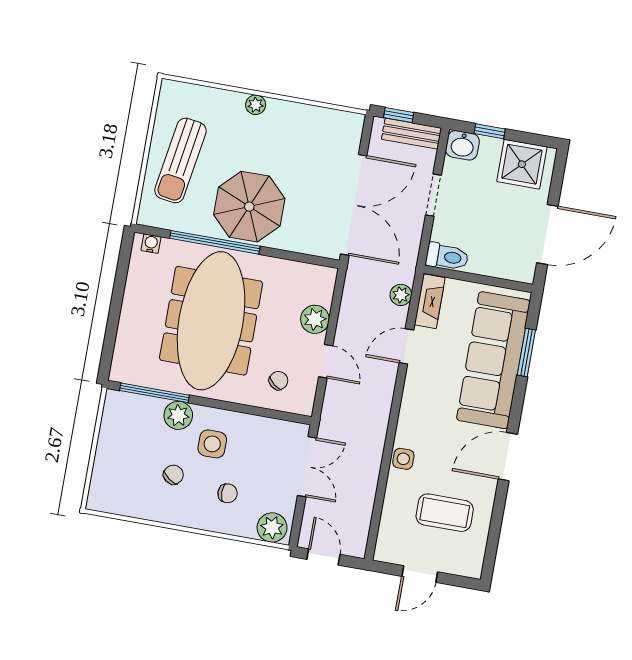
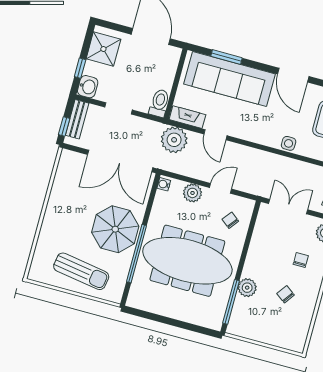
plant: (256, 105) -> (49, 219), removed
double door: (354, 205) -> (120, 161), swing flipped
water cooler: (151, 244) -> (164, 184), moved
plant: (401, 295) -> (174, 140), width x1.88, depth x1.88
side table: (212, 444) -> (268, 267), removed

